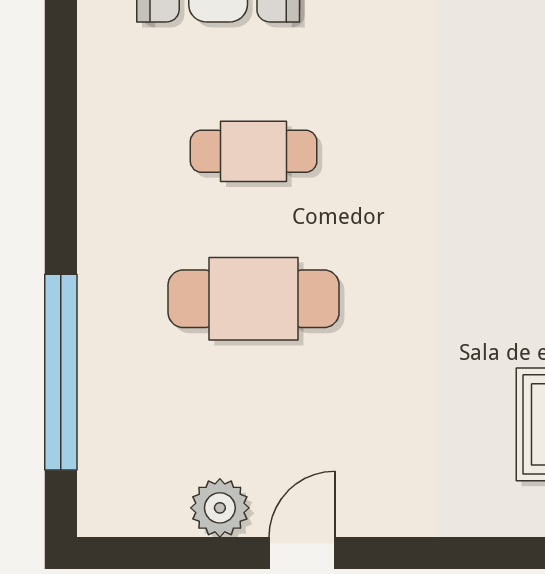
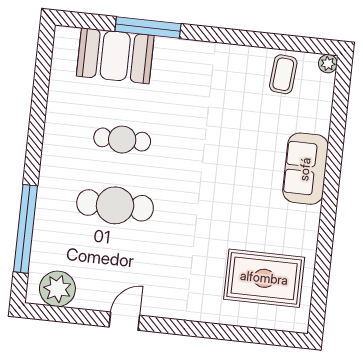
plant: (220, 508) -> (57, 289), moved, width x1.36, depth x1.36

